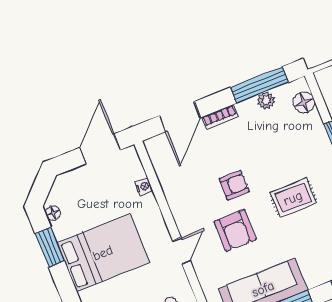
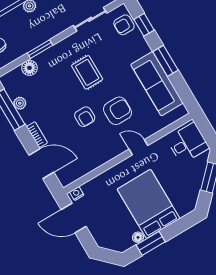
floor lamp: (304, 102) -> (29, 68), moved
armchair: (234, 185) -> (85, 117), turned 180
nightstand: (144, 187) -> (77, 194), moved
floor lamp: (53, 213) -> (138, 237), moved

